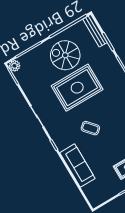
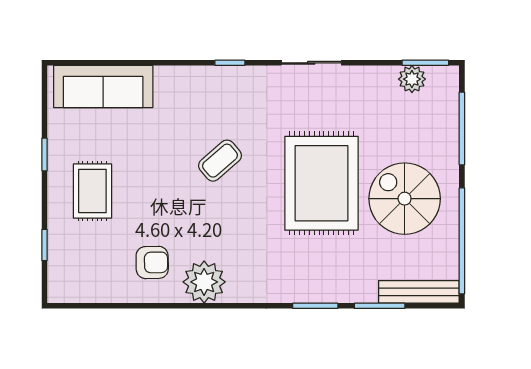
spiral stairs: (65, 55) -> (405, 199), turned -90
plant: (15, 66) -> (412, 79), moved
sofa: (77, 166) -> (103, 86), moved

